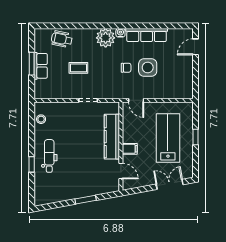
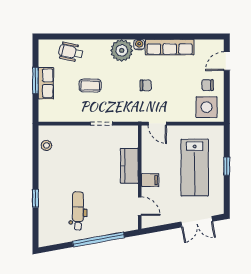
chair: (179, 67) -> (208, 85), added
side table: (148, 68) -> (206, 107), moved
kitchen counter: (112, 137) -> (129, 166), width x0.67
lab bench: (168, 138) -> (195, 168), turned 180
dental chair: (49, 156) -> (78, 211), moved
double door: (170, 184) -> (197, 222), swing flipped
window: (86, 200) -> (98, 239), width x2.11

